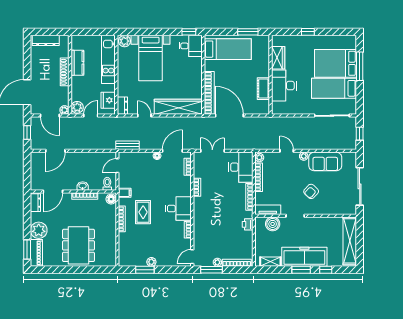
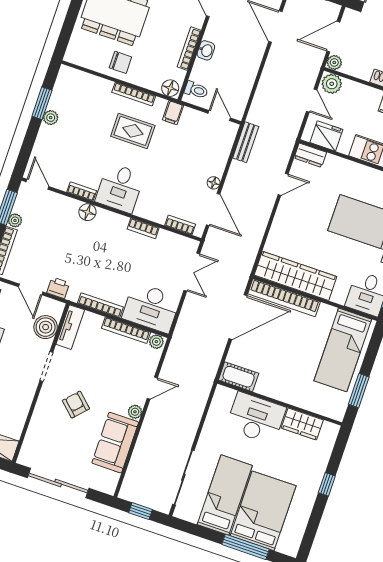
cot: (263, 89) -> (239, 377), moved
wardrobe: (178, 107) -> (295, 276), moved, turned -90
floor lamp: (198, 222) -> (87, 212), added
chair: (106, 233) -> (120, 62), added
door: (254, 240) -> (31, 289), added

